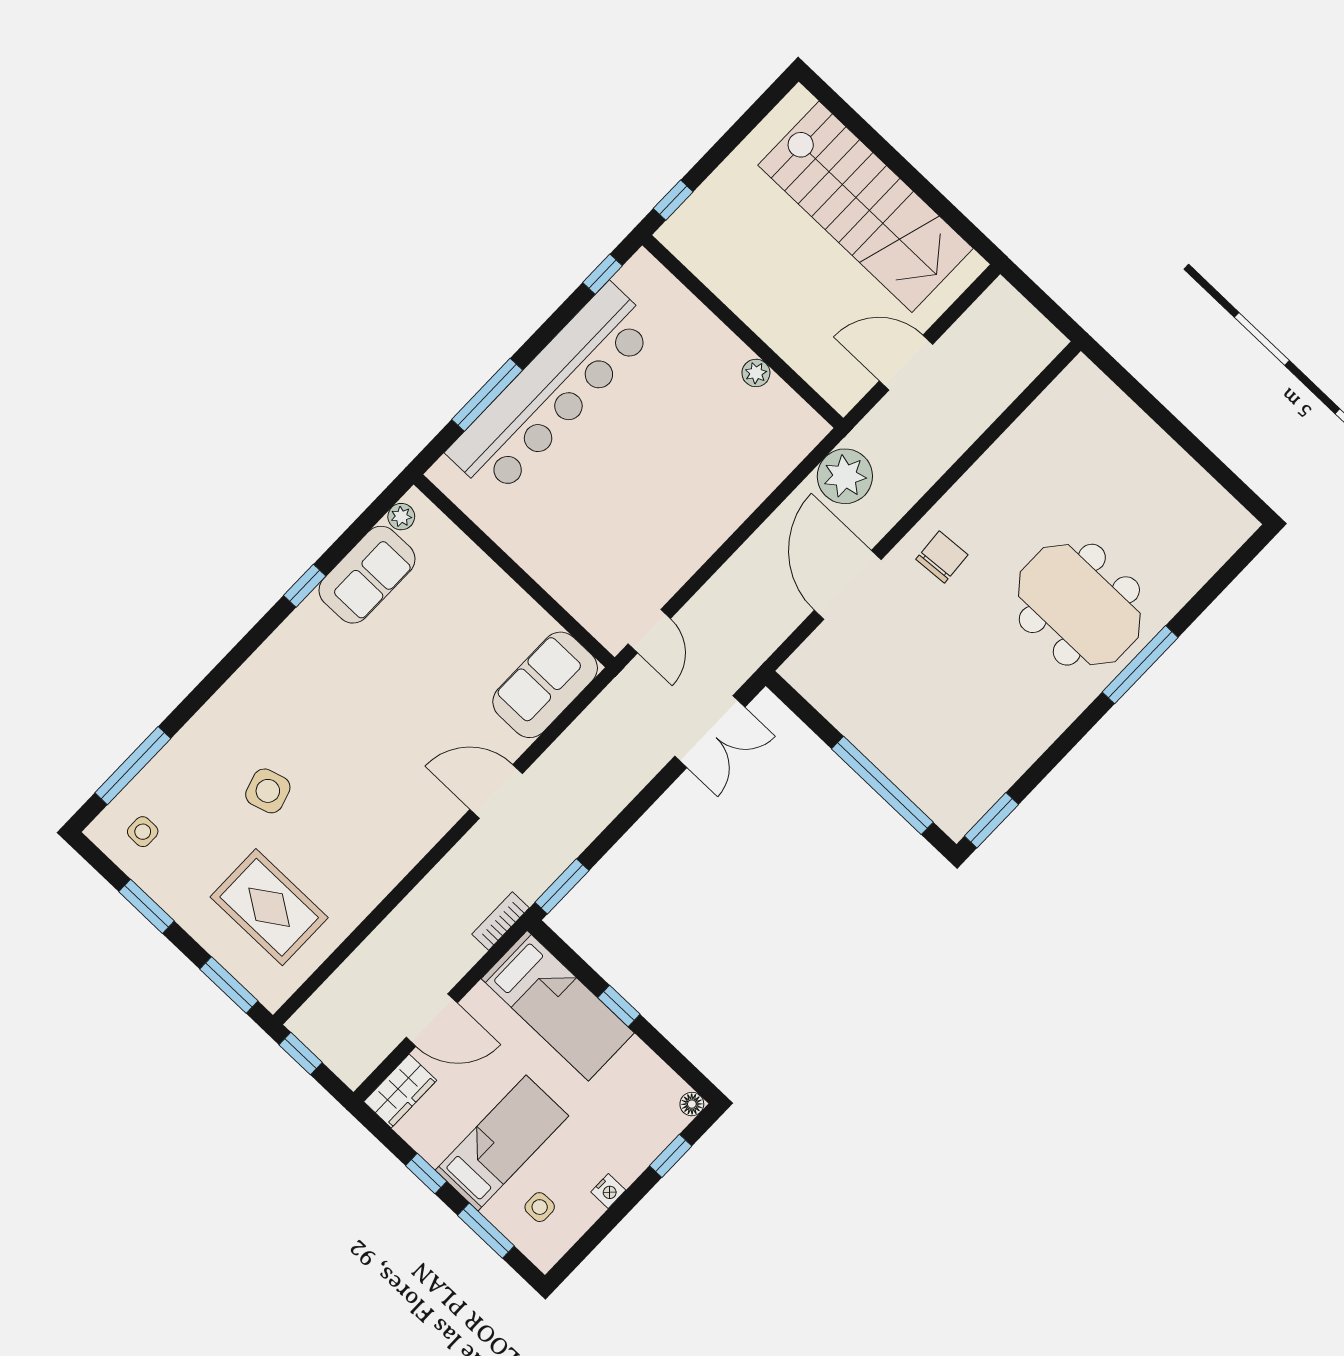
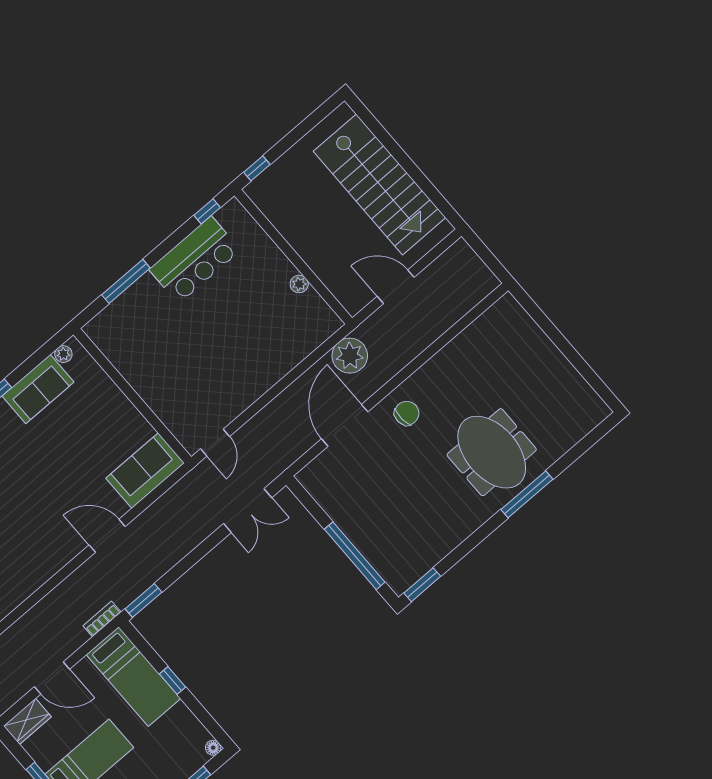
bar counter: (552, 391) -> (195, 260), width x0.54

